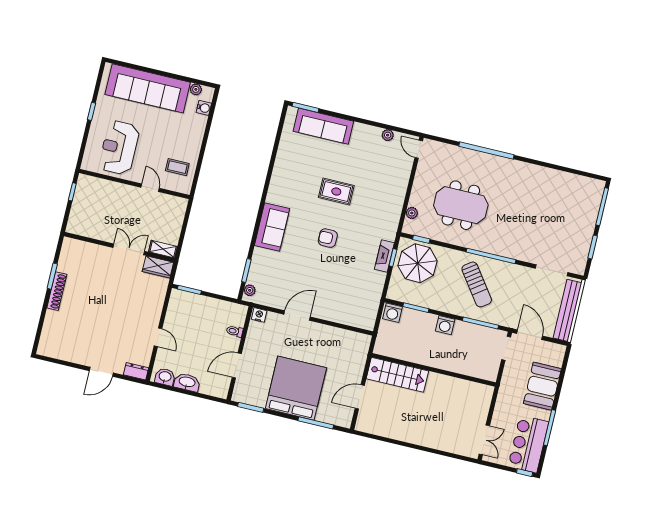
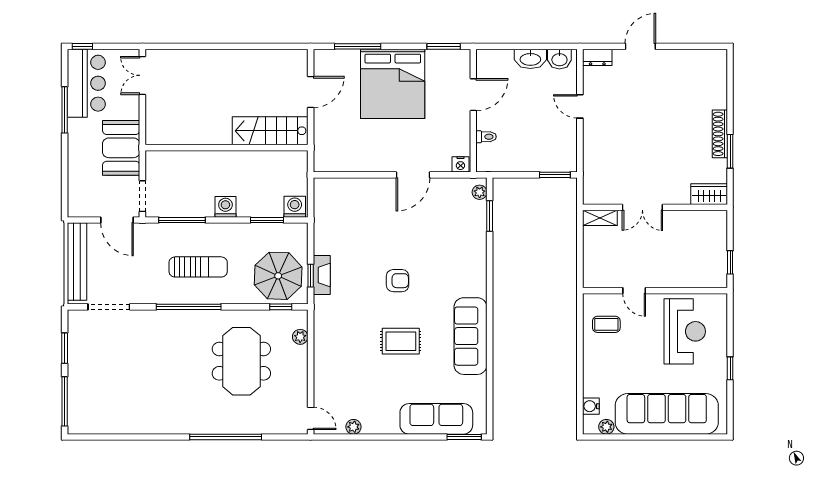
meeting table: (461, 205) -> (241, 361), turned 90
sofa: (272, 227) -> (470, 336), moved, width x1.36
wardrobe: (158, 267) -> (709, 194), moved
sun lounger: (477, 284) -> (198, 267), turned 126
booth: (542, 386) -> (121, 148), moved

